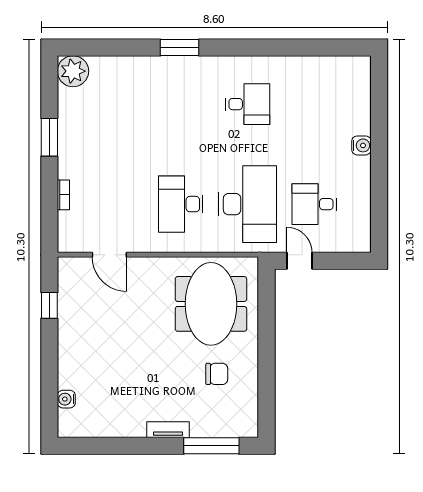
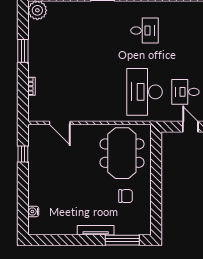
desk: (181, 204) -> (104, 92), removed
desk: (248, 204) -> (145, 92), turned 180
door: (299, 261) -> (190, 127), moved
tv unit: (168, 430) -> (96, 230), width x1.41

